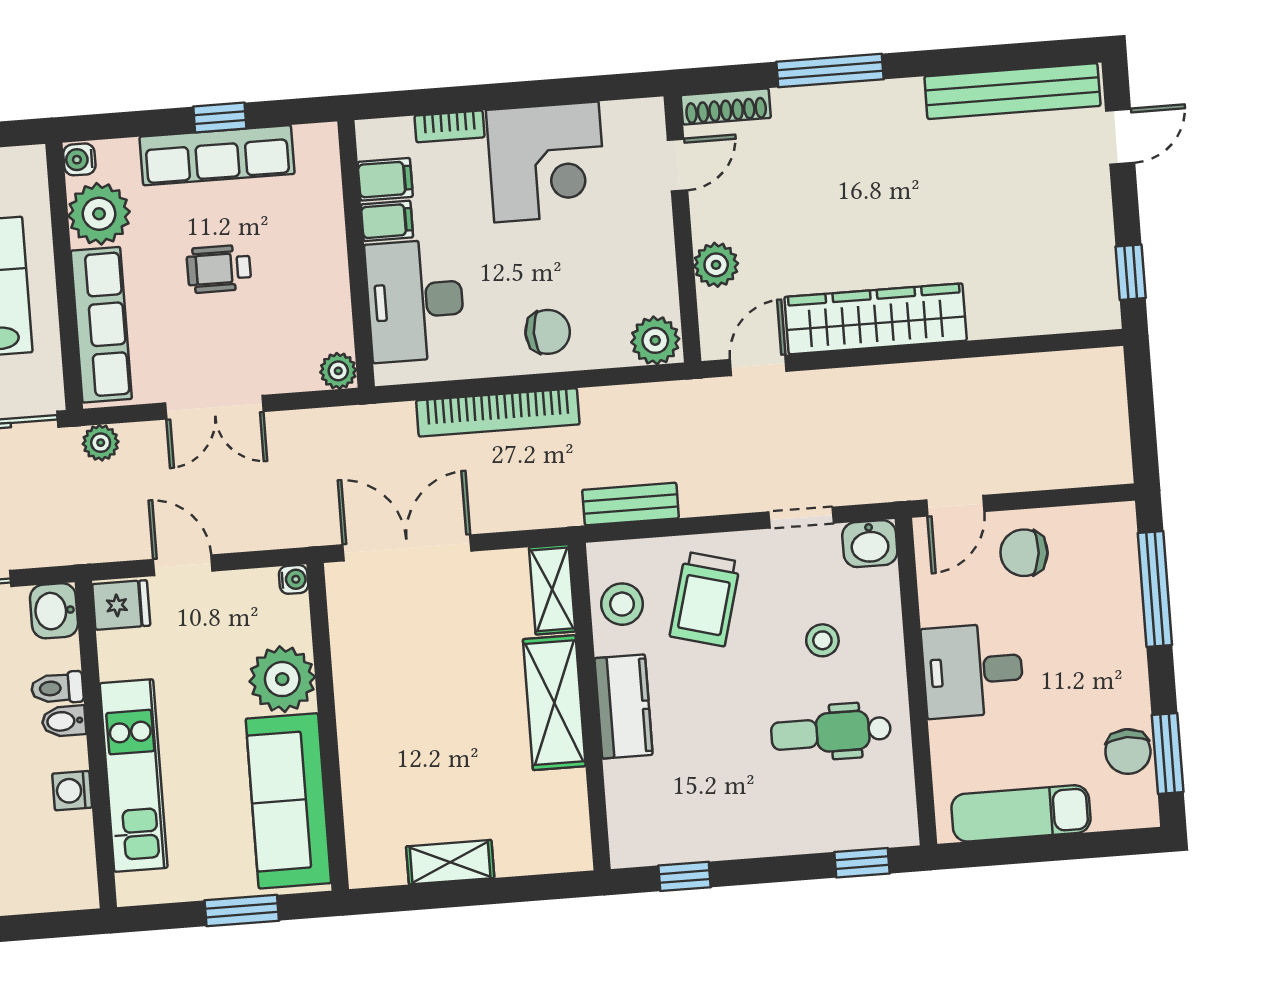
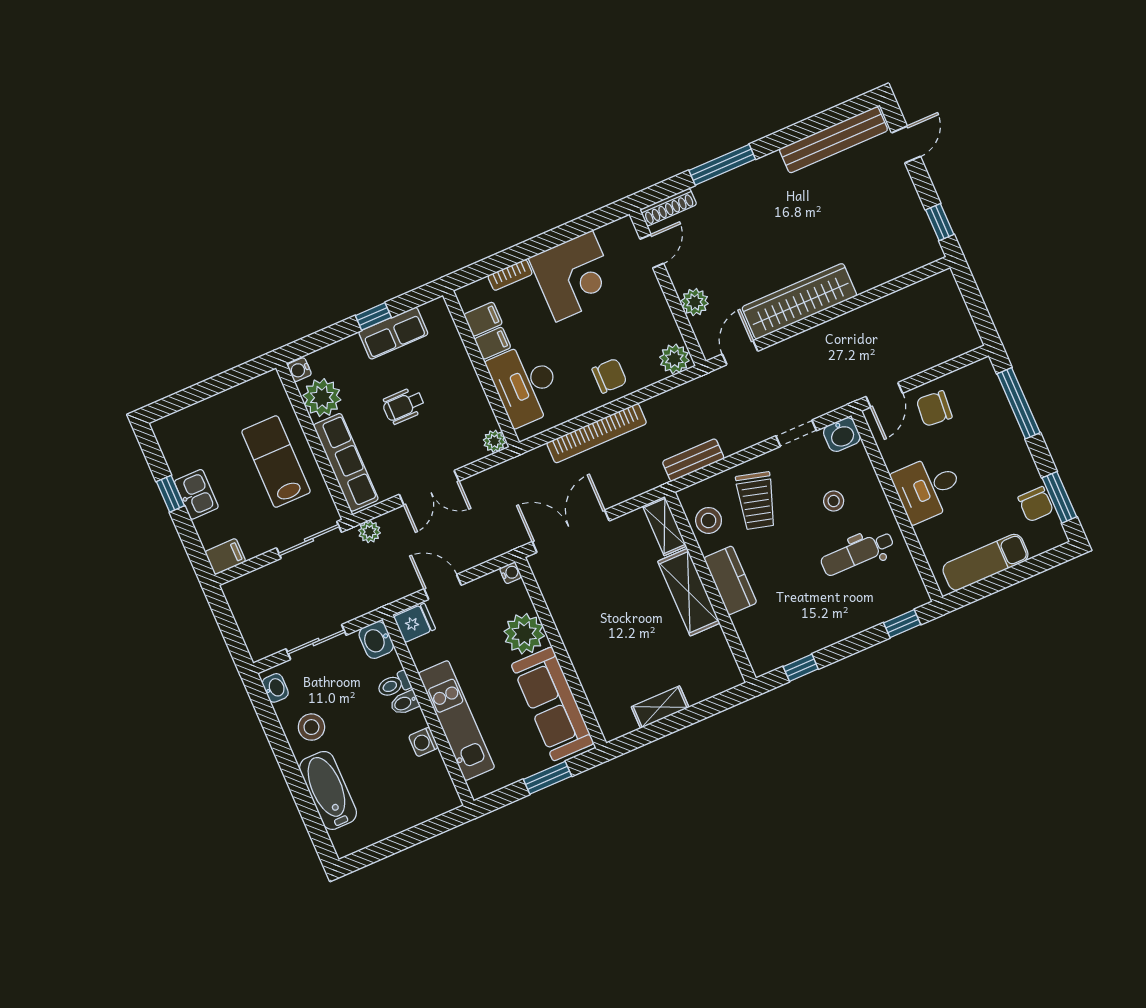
row of seats: (217, 155) -> (393, 333), width x0.68

